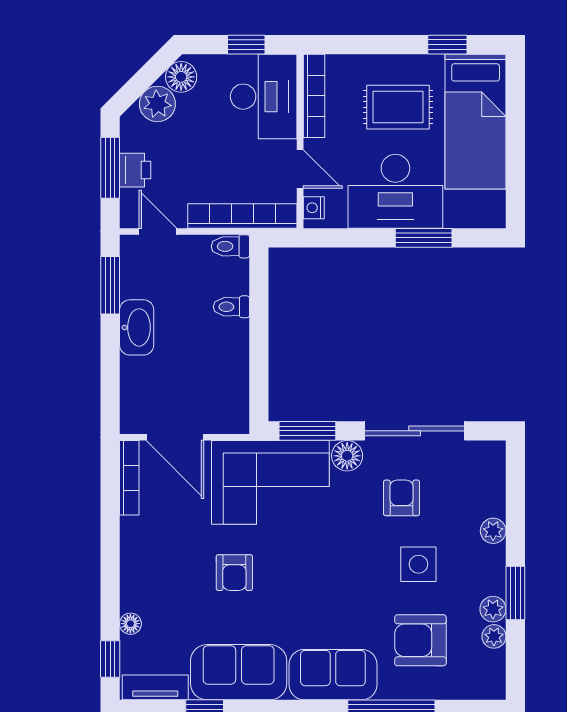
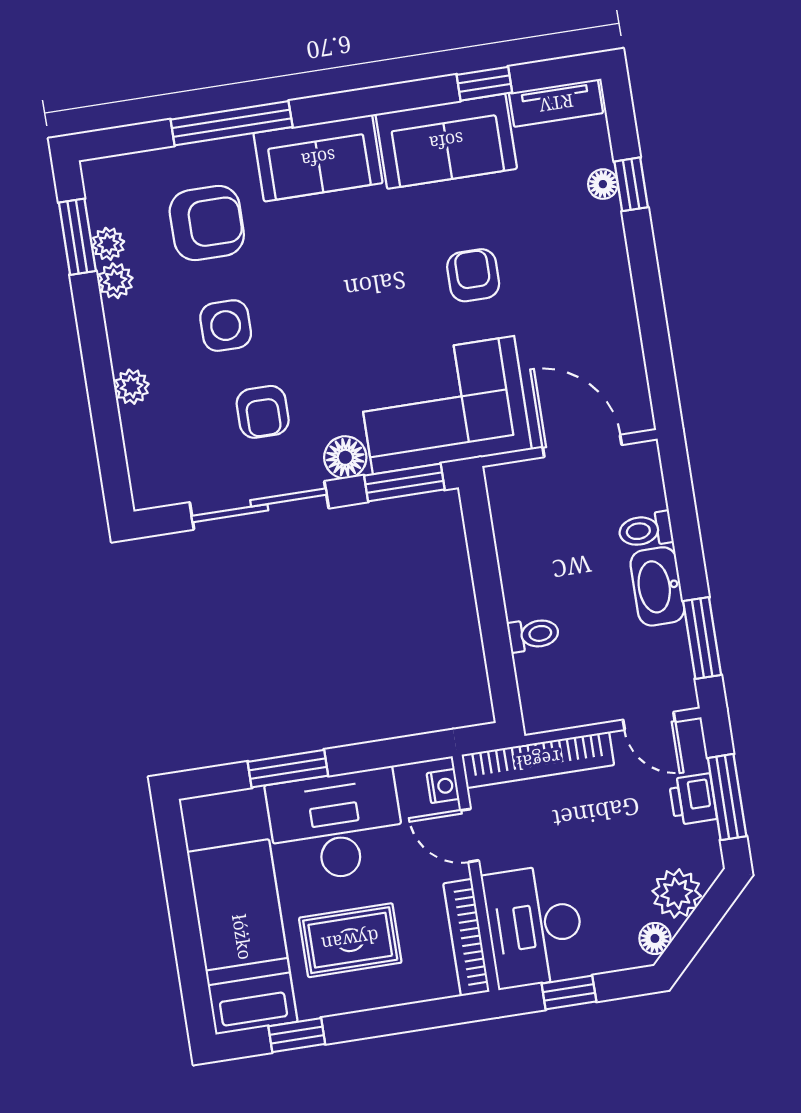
floor lamp: (181, 77) -> (655, 938), width x0.73, depth x0.73
toilet: (230, 246) -> (646, 530), moved, turned 180
bookcase: (129, 478) -> (635, 381), removed
window: (515, 593) -> (77, 237), moved
window: (110, 659) -> (631, 184), moved

